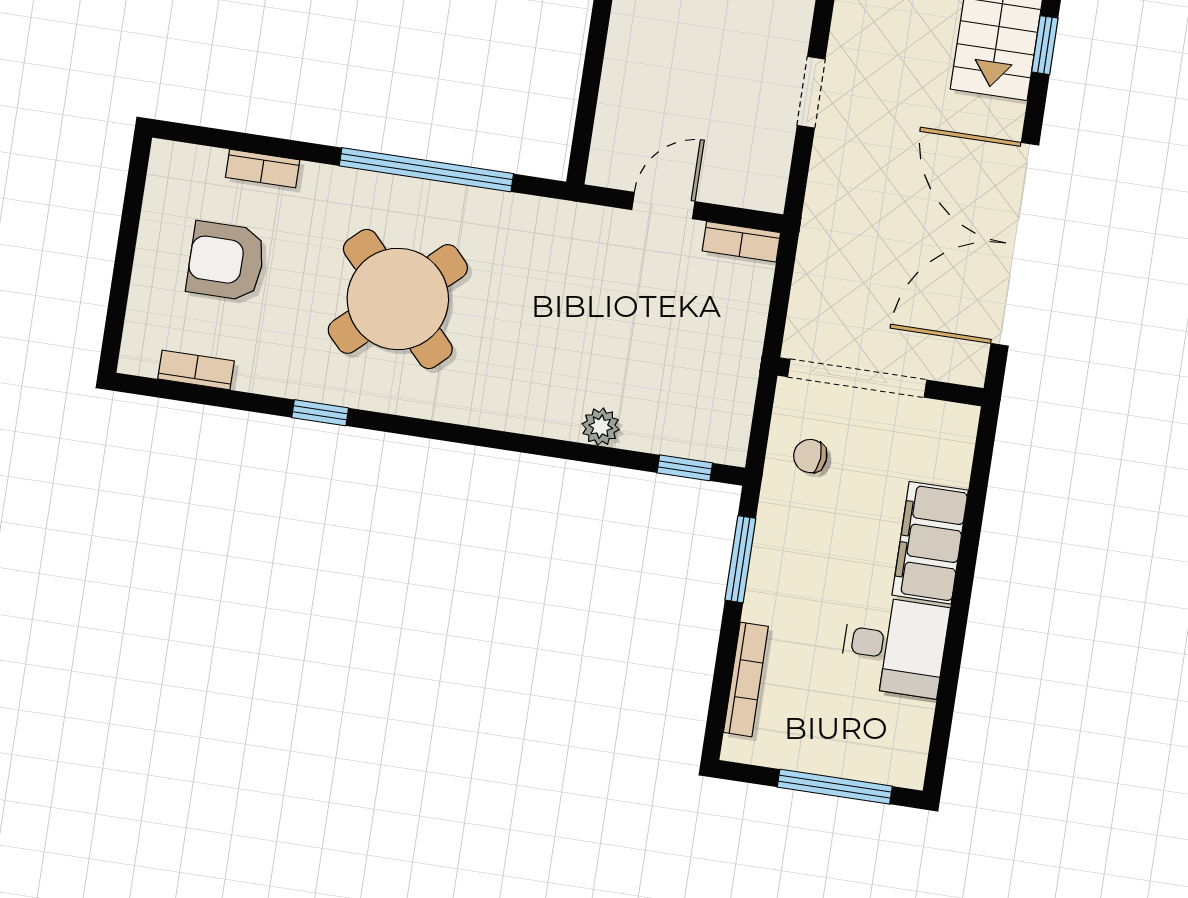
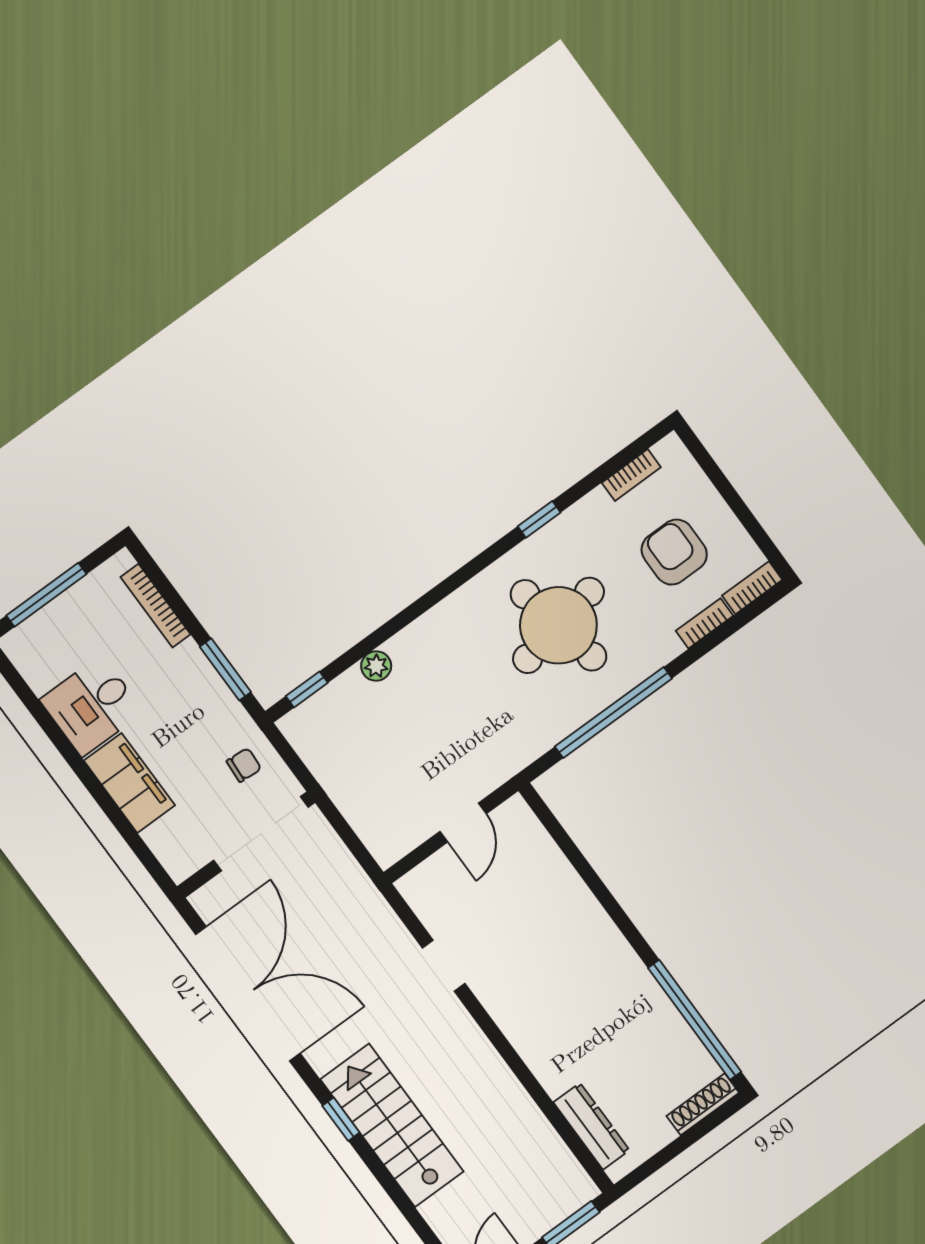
bookcase: (741, 242) -> (752, 588), moved
armchair: (226, 261) -> (674, 552), turned -90
round table: (398, 299) -> (558, 625), turned 32

